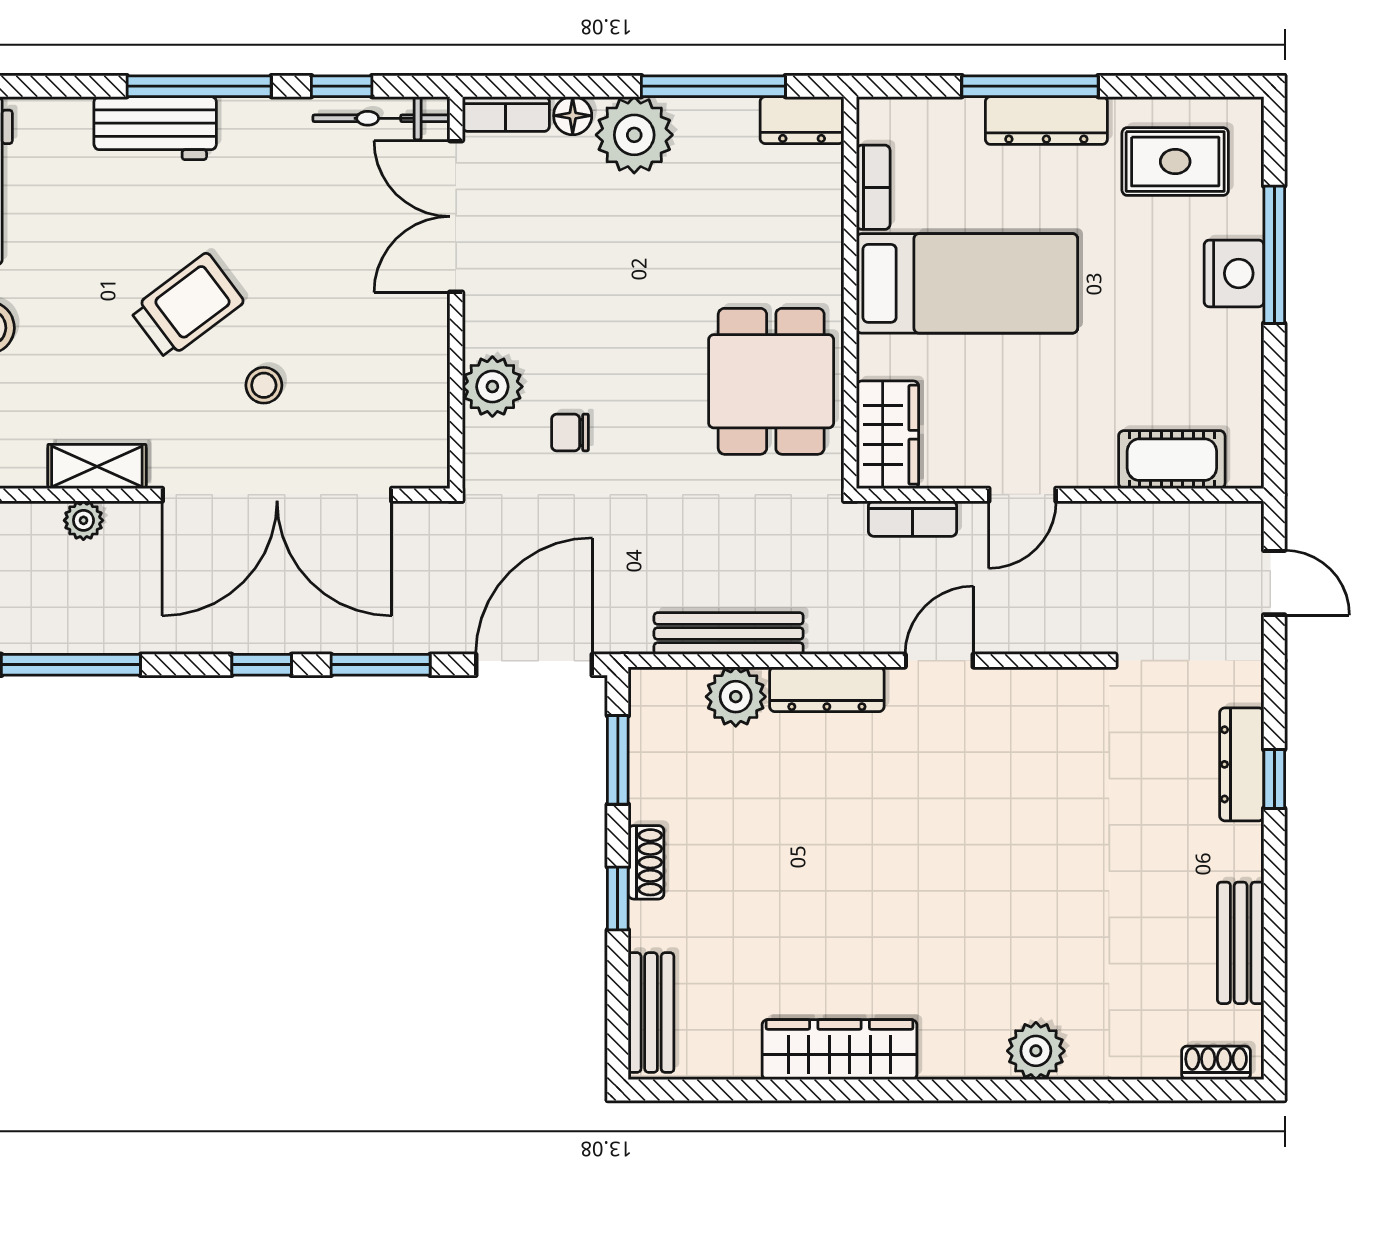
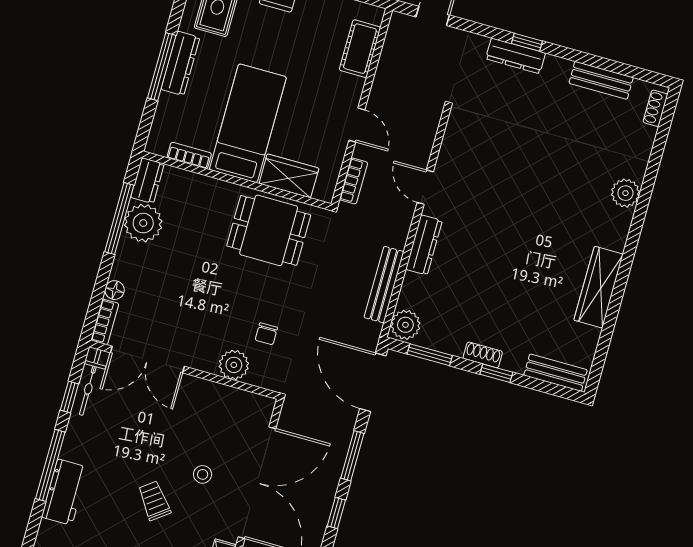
plant: (634, 135) -> (143, 223), moved
trolley: (187, 306) -> (154, 501), width x0.73, depth x0.72
wardrobe: (888, 435) -> (289, 176), moved
plant: (736, 697) -> (405, 325), moved

